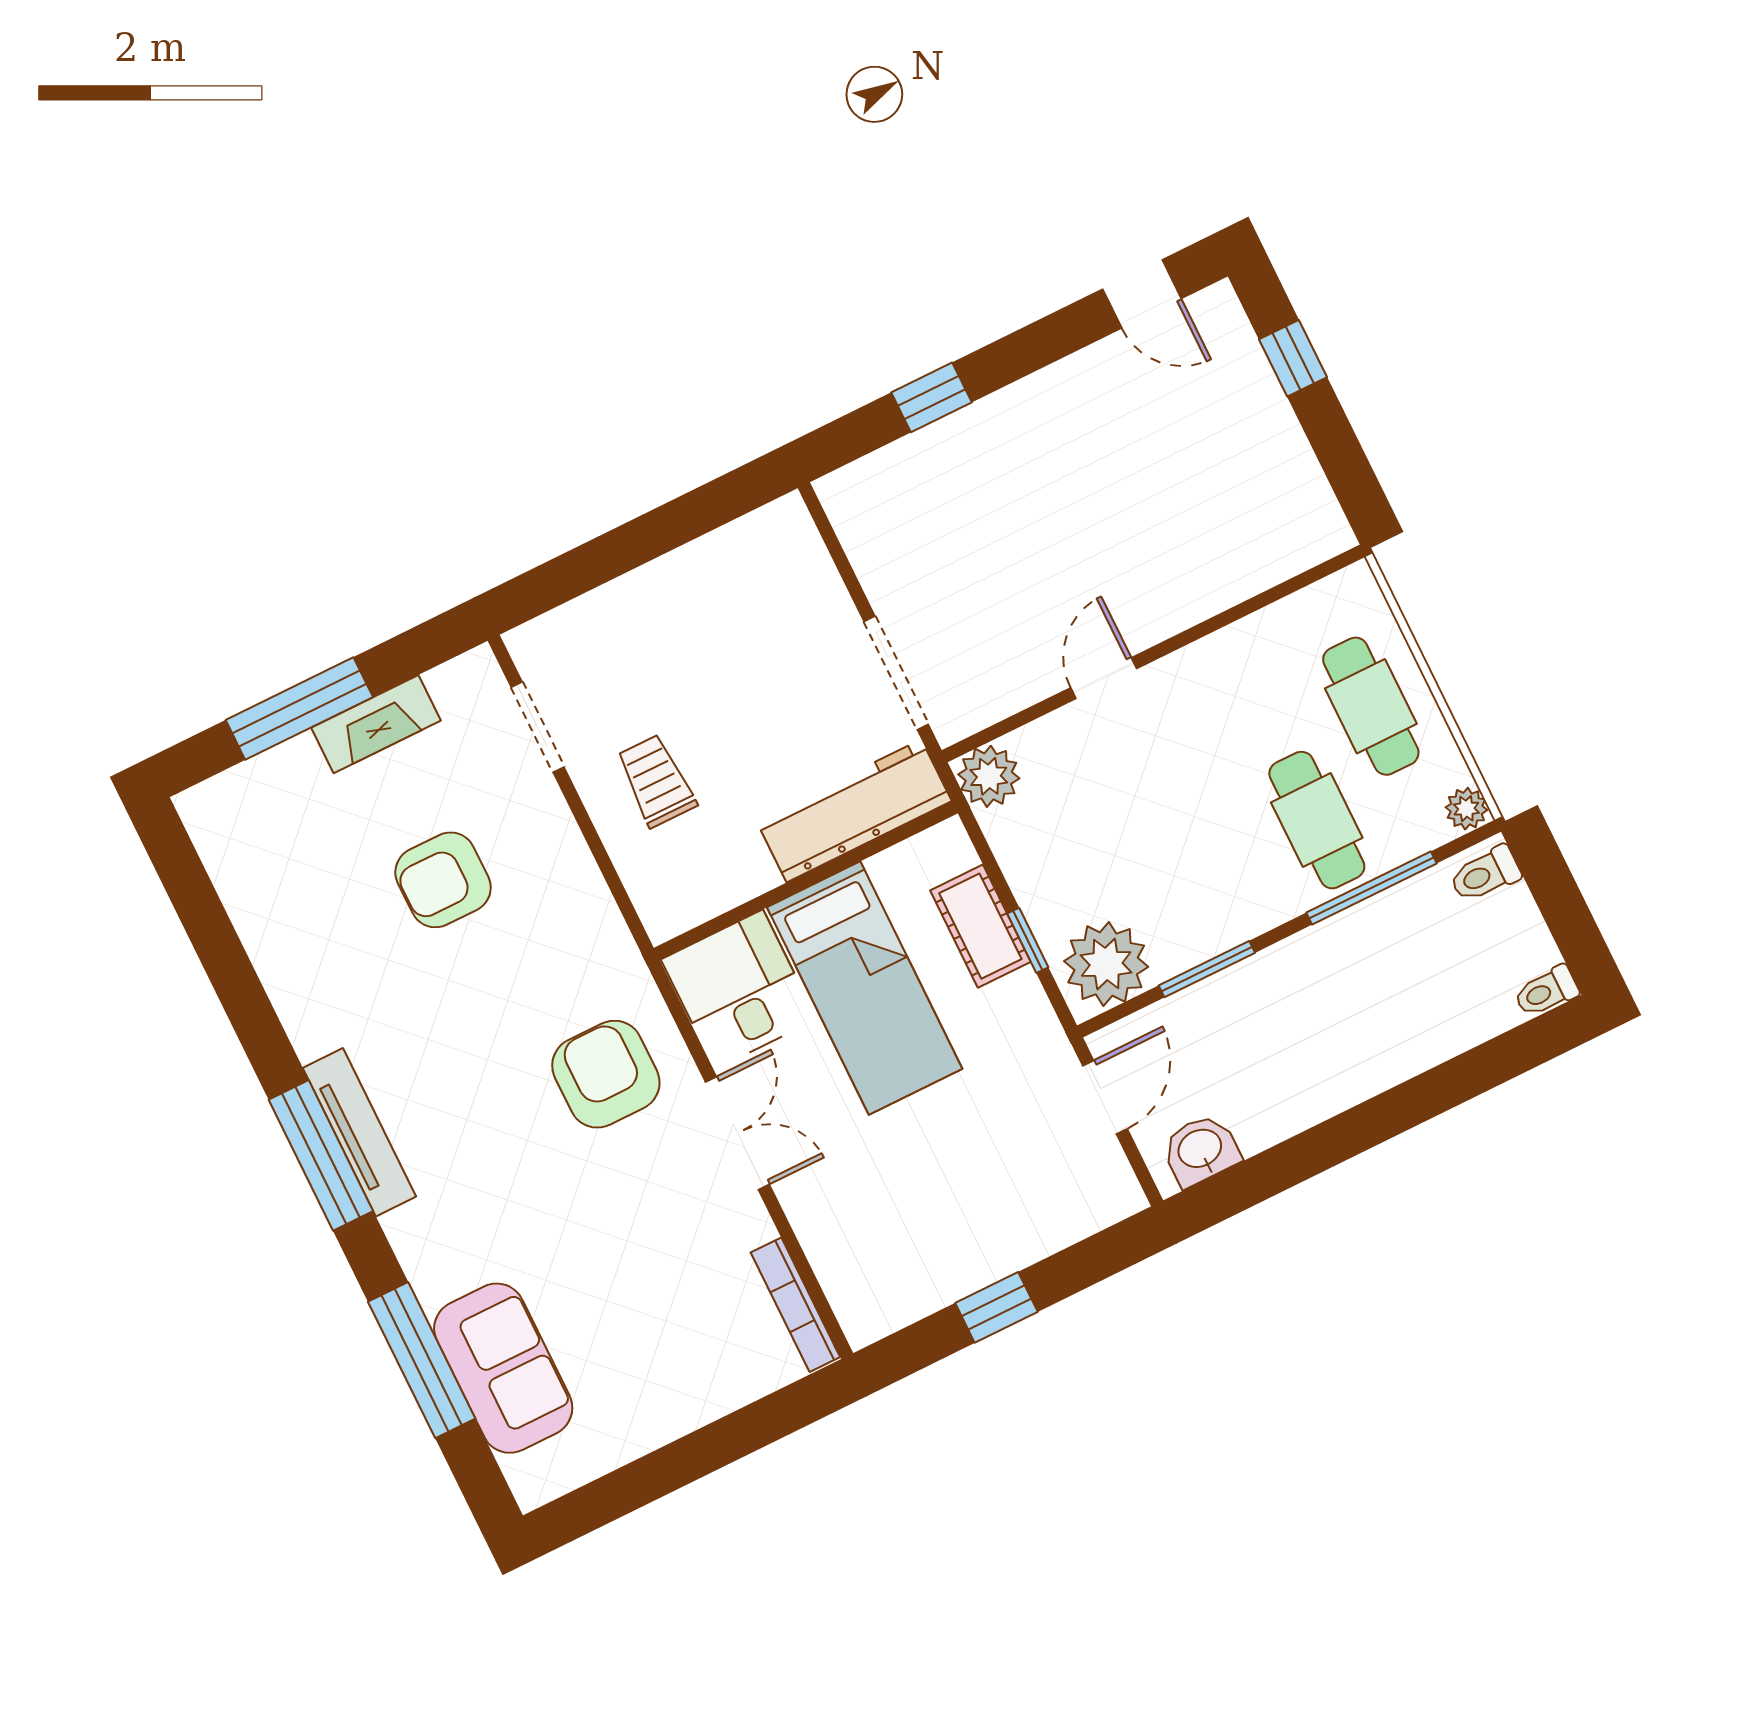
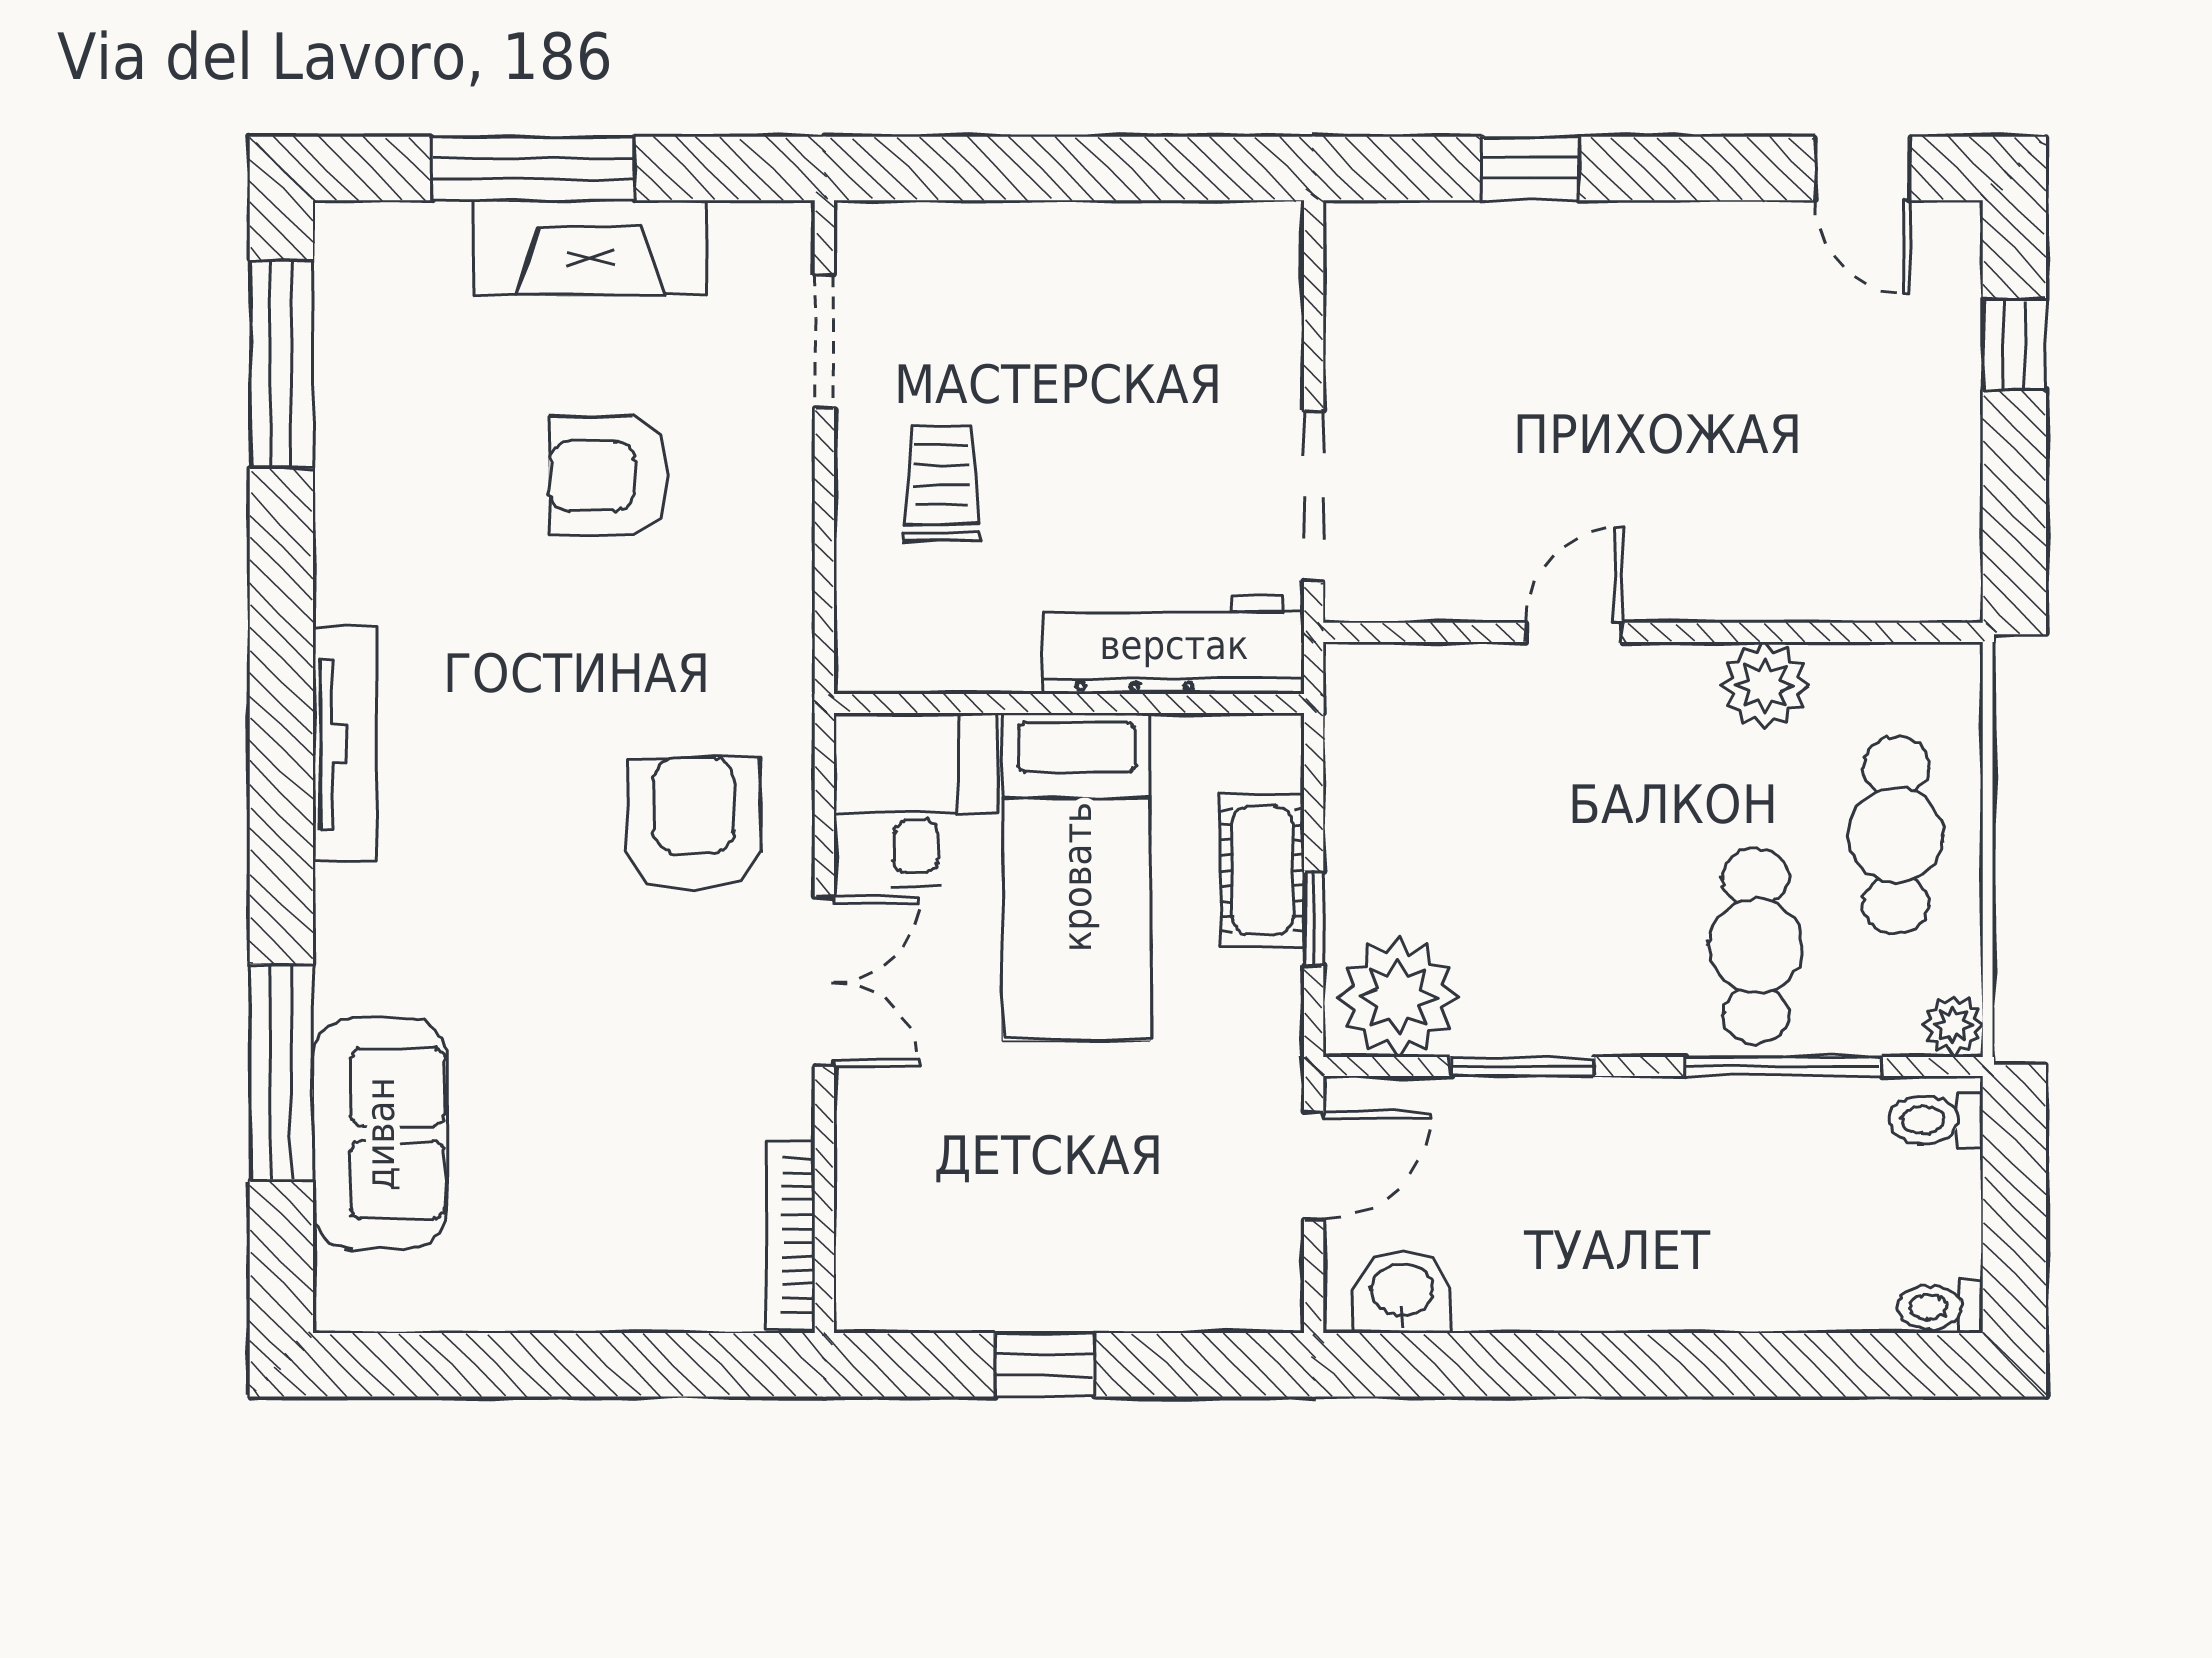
fireplace: (376, 724) -> (590, 248), width x1.37, depth x1.32
plant: (989, 776) -> (1765, 685), moved
window: (321, 1155) -> (281, 364), moved

